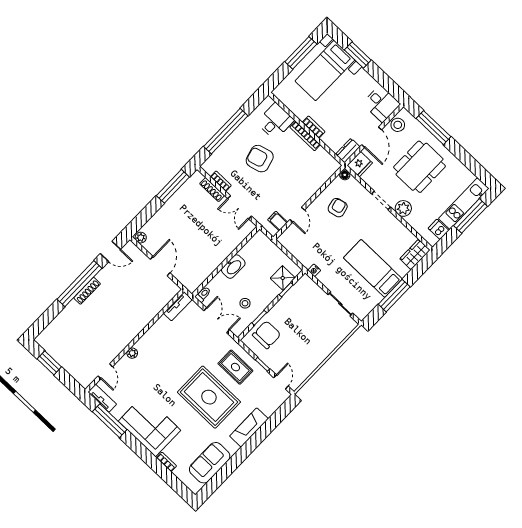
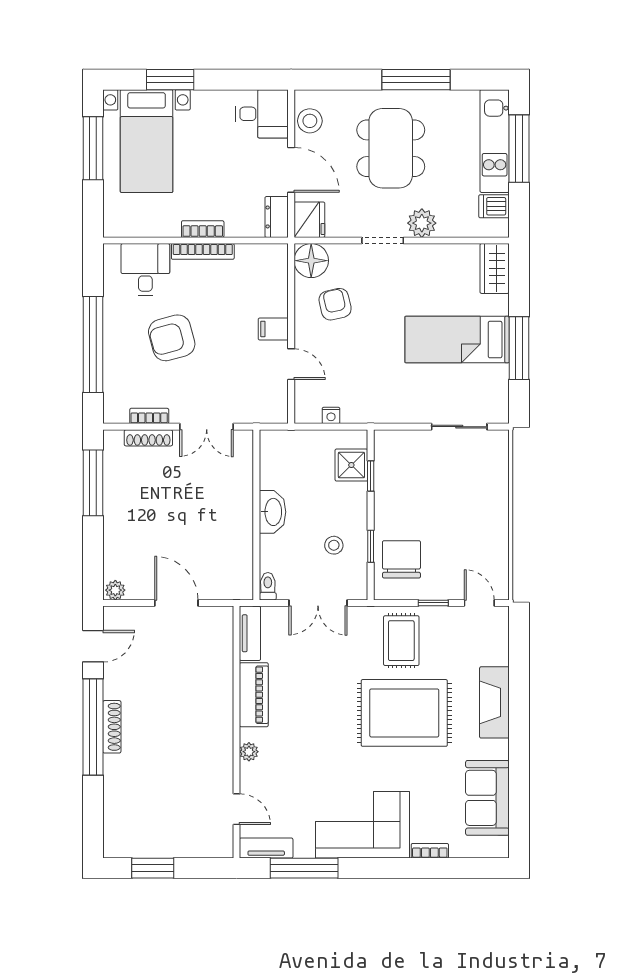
window: (433, 128) -> (416, 80), moved
floor lamp: (345, 175) -> (311, 261), width x1.89, depth x1.89
filing cabinet: (278, 221) -> (273, 329), moved
nightstand: (314, 270) -> (331, 415), moved
double door: (217, 320) -> (318, 603), swing flipped
piano: (156, 332) -> (254, 695), added
rug: (235, 367) -> (401, 641), turned 90

